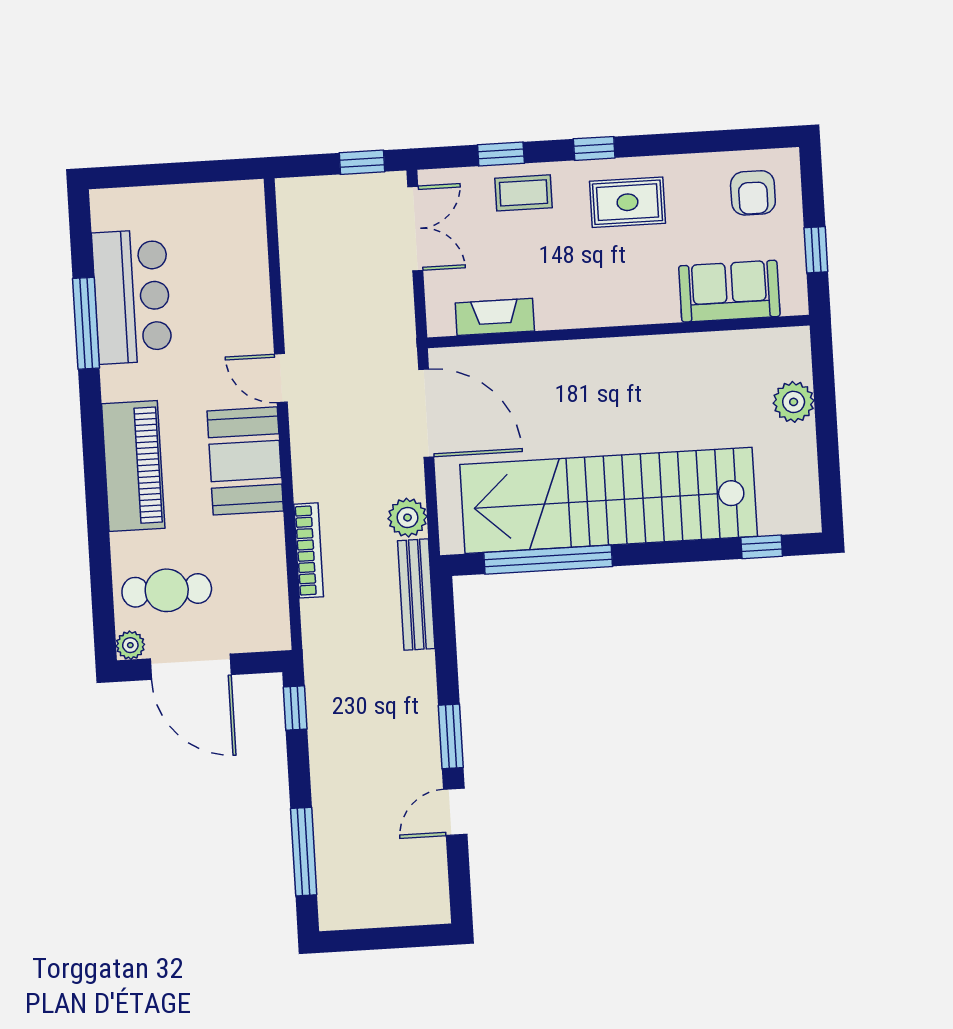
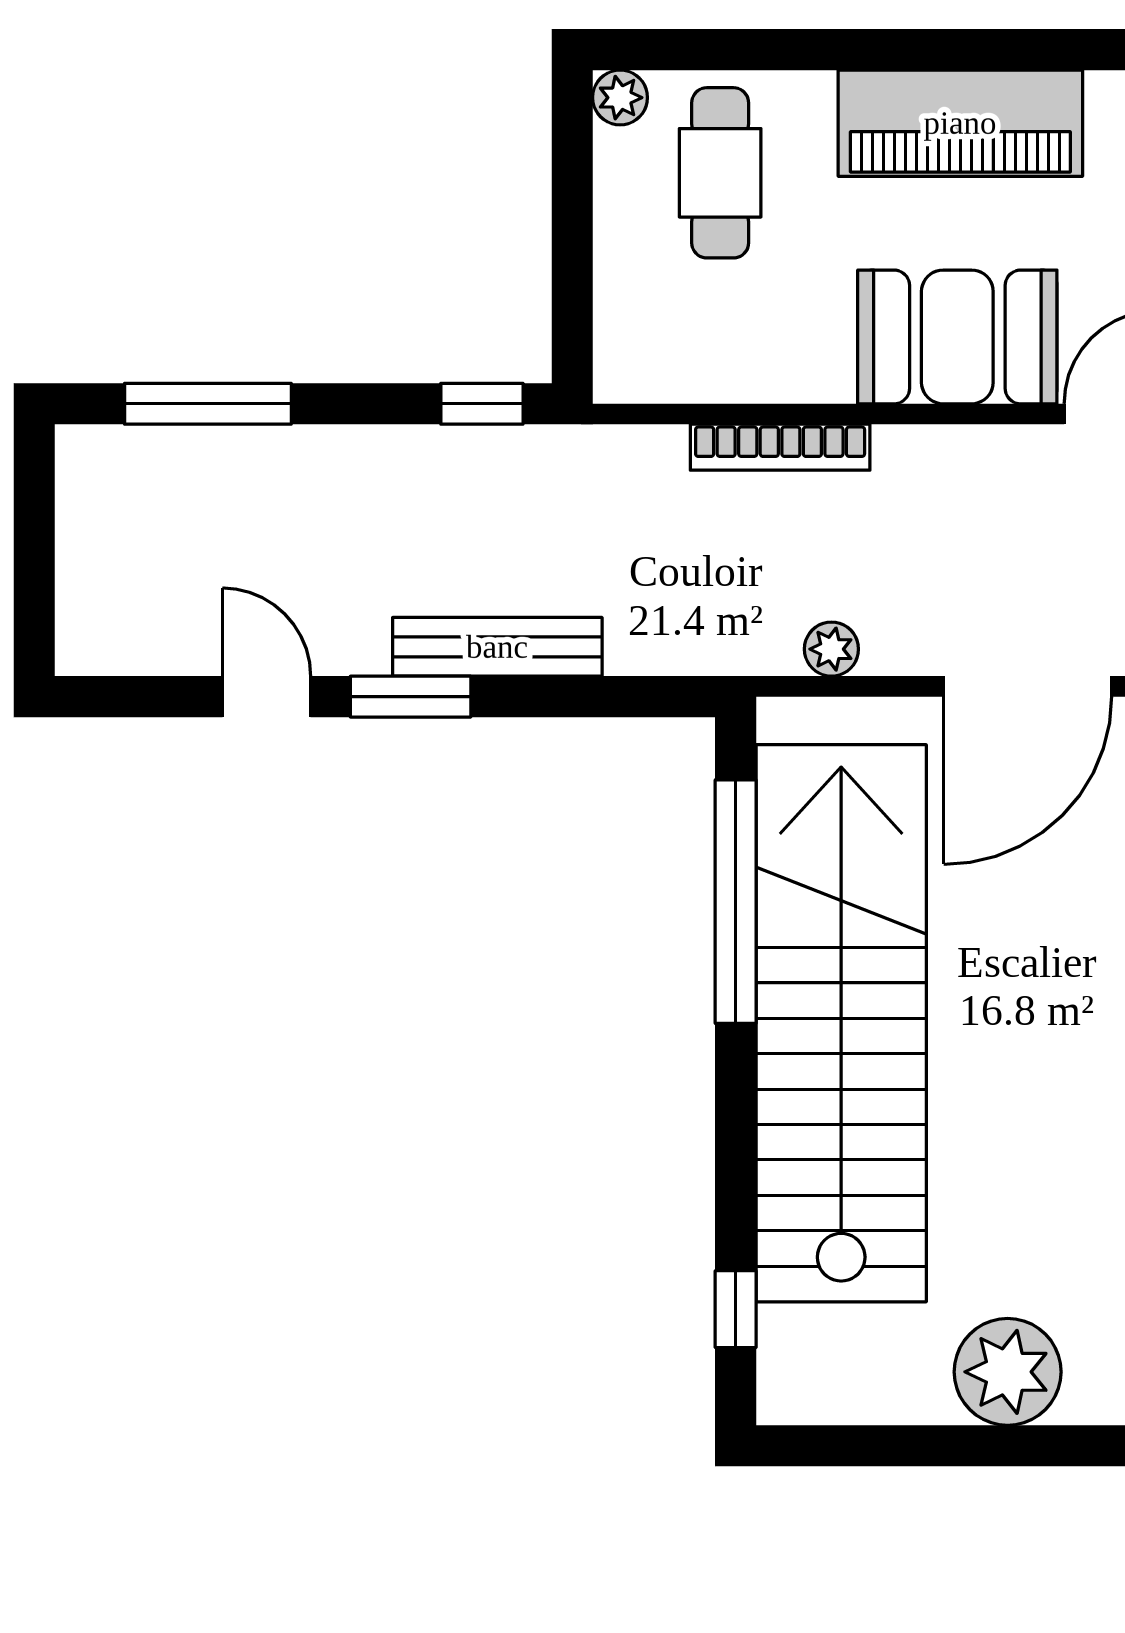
plant: (794, 402) -> (1008, 1372), width x1.36, depth x1.36
plant: (408, 518) -> (831, 649), width x0.73, depth x0.73
bench: (416, 595) -> (497, 647), moved
door: (191, 667) -> (572, 210), removed

